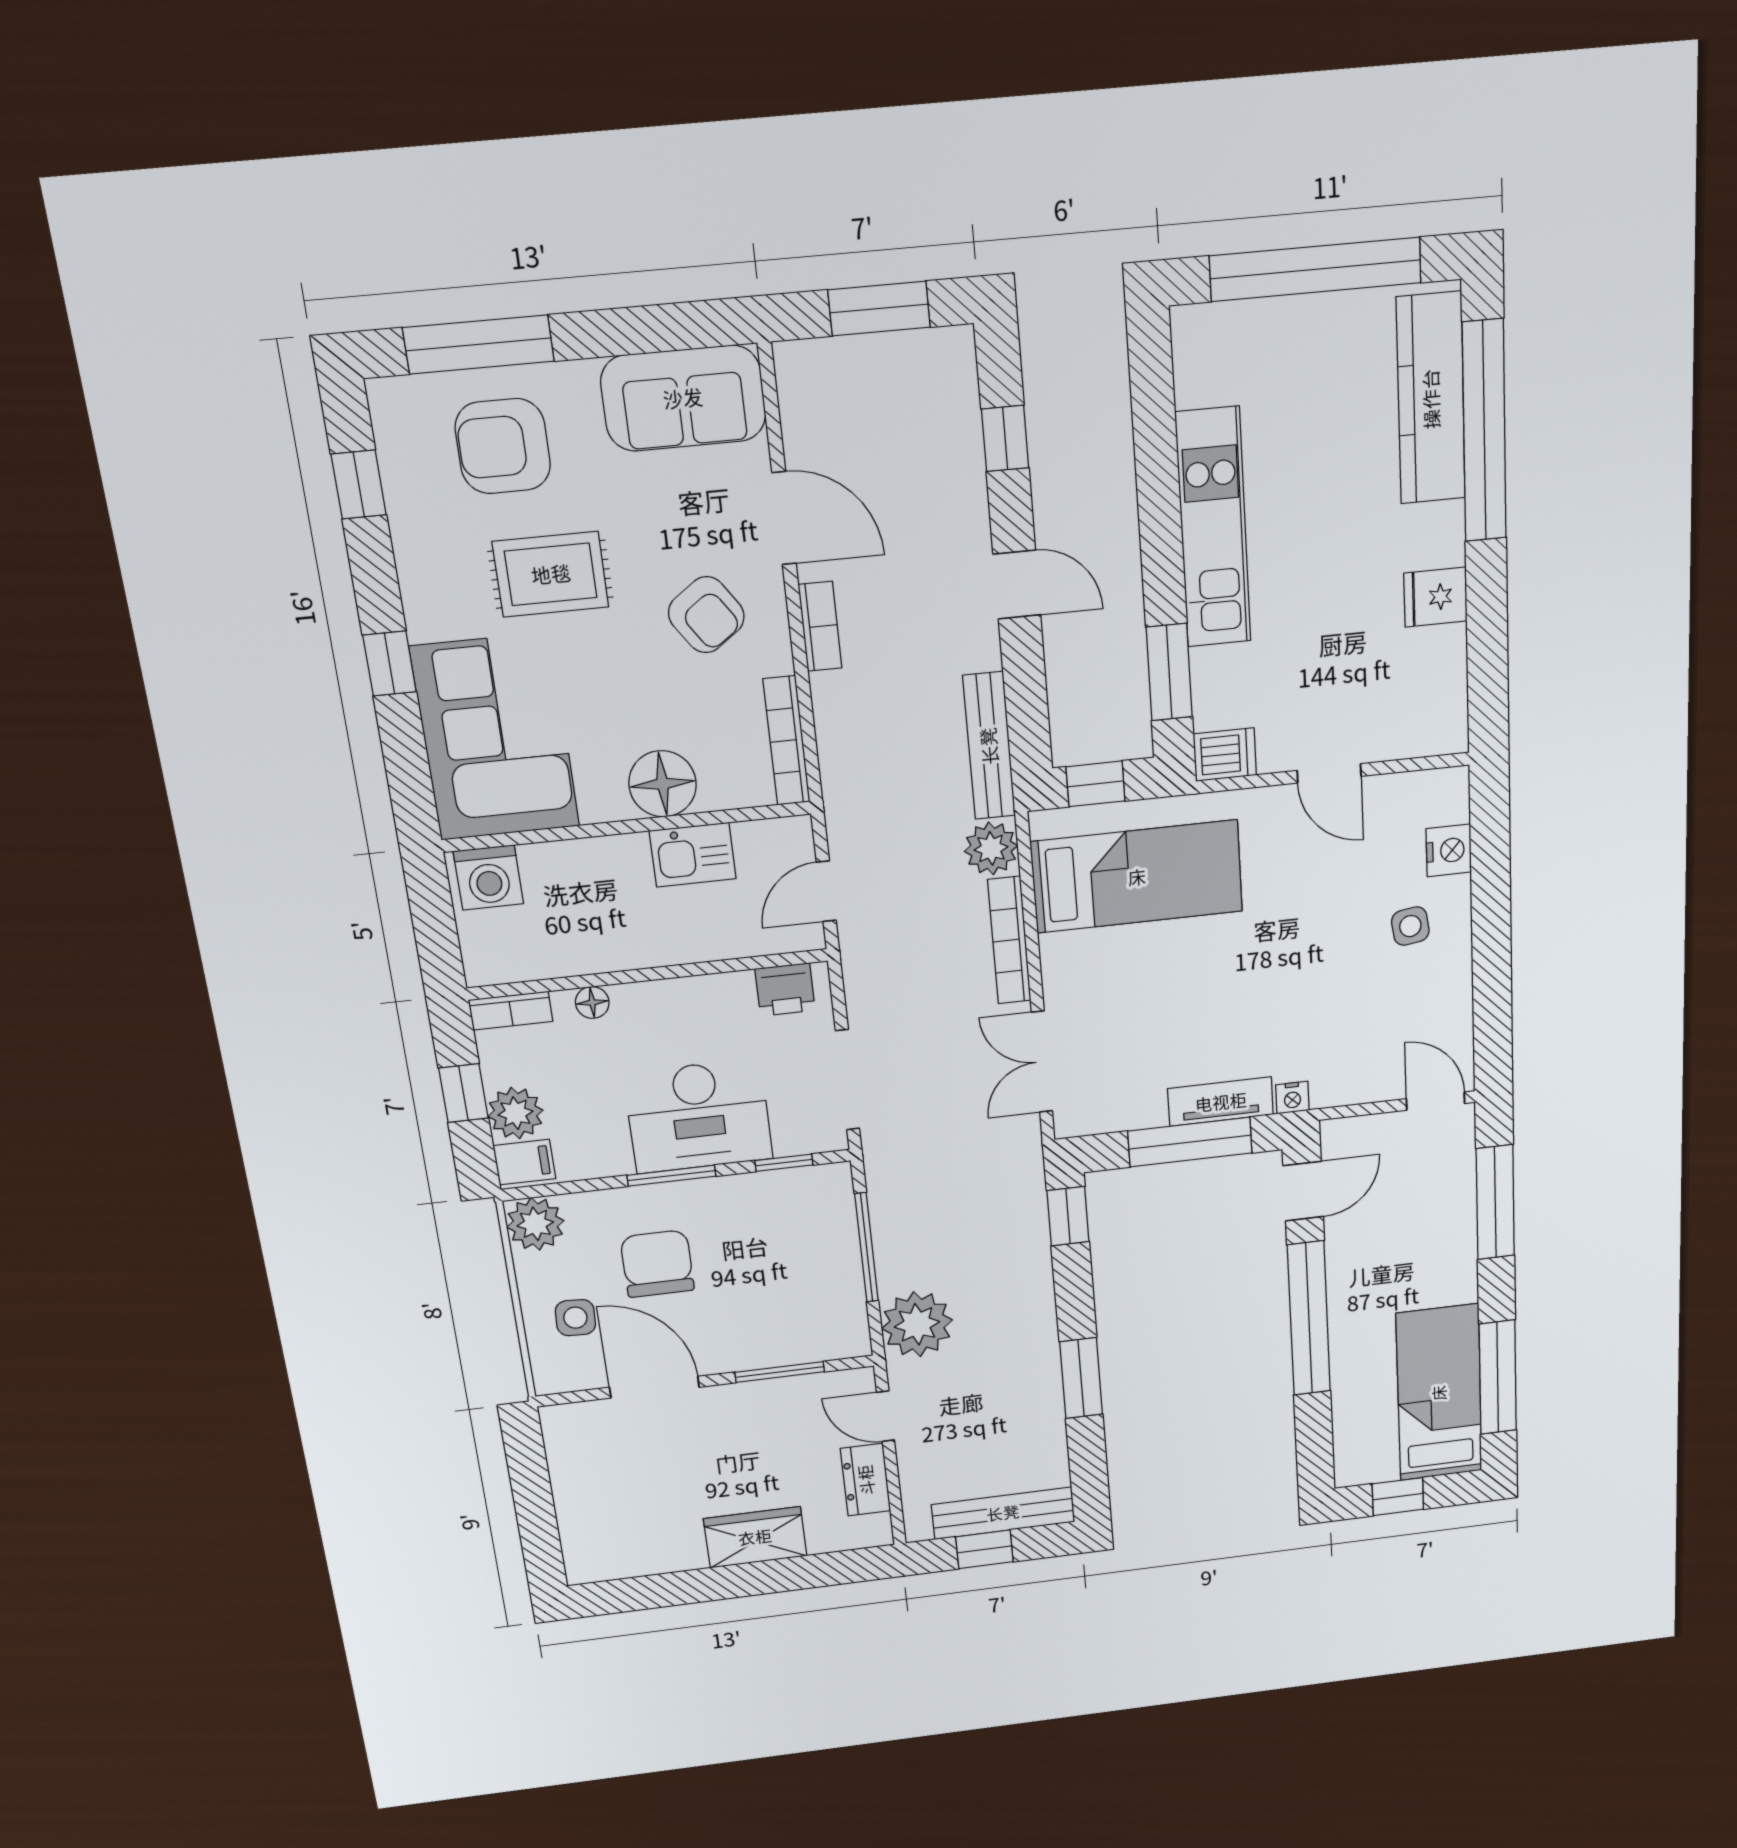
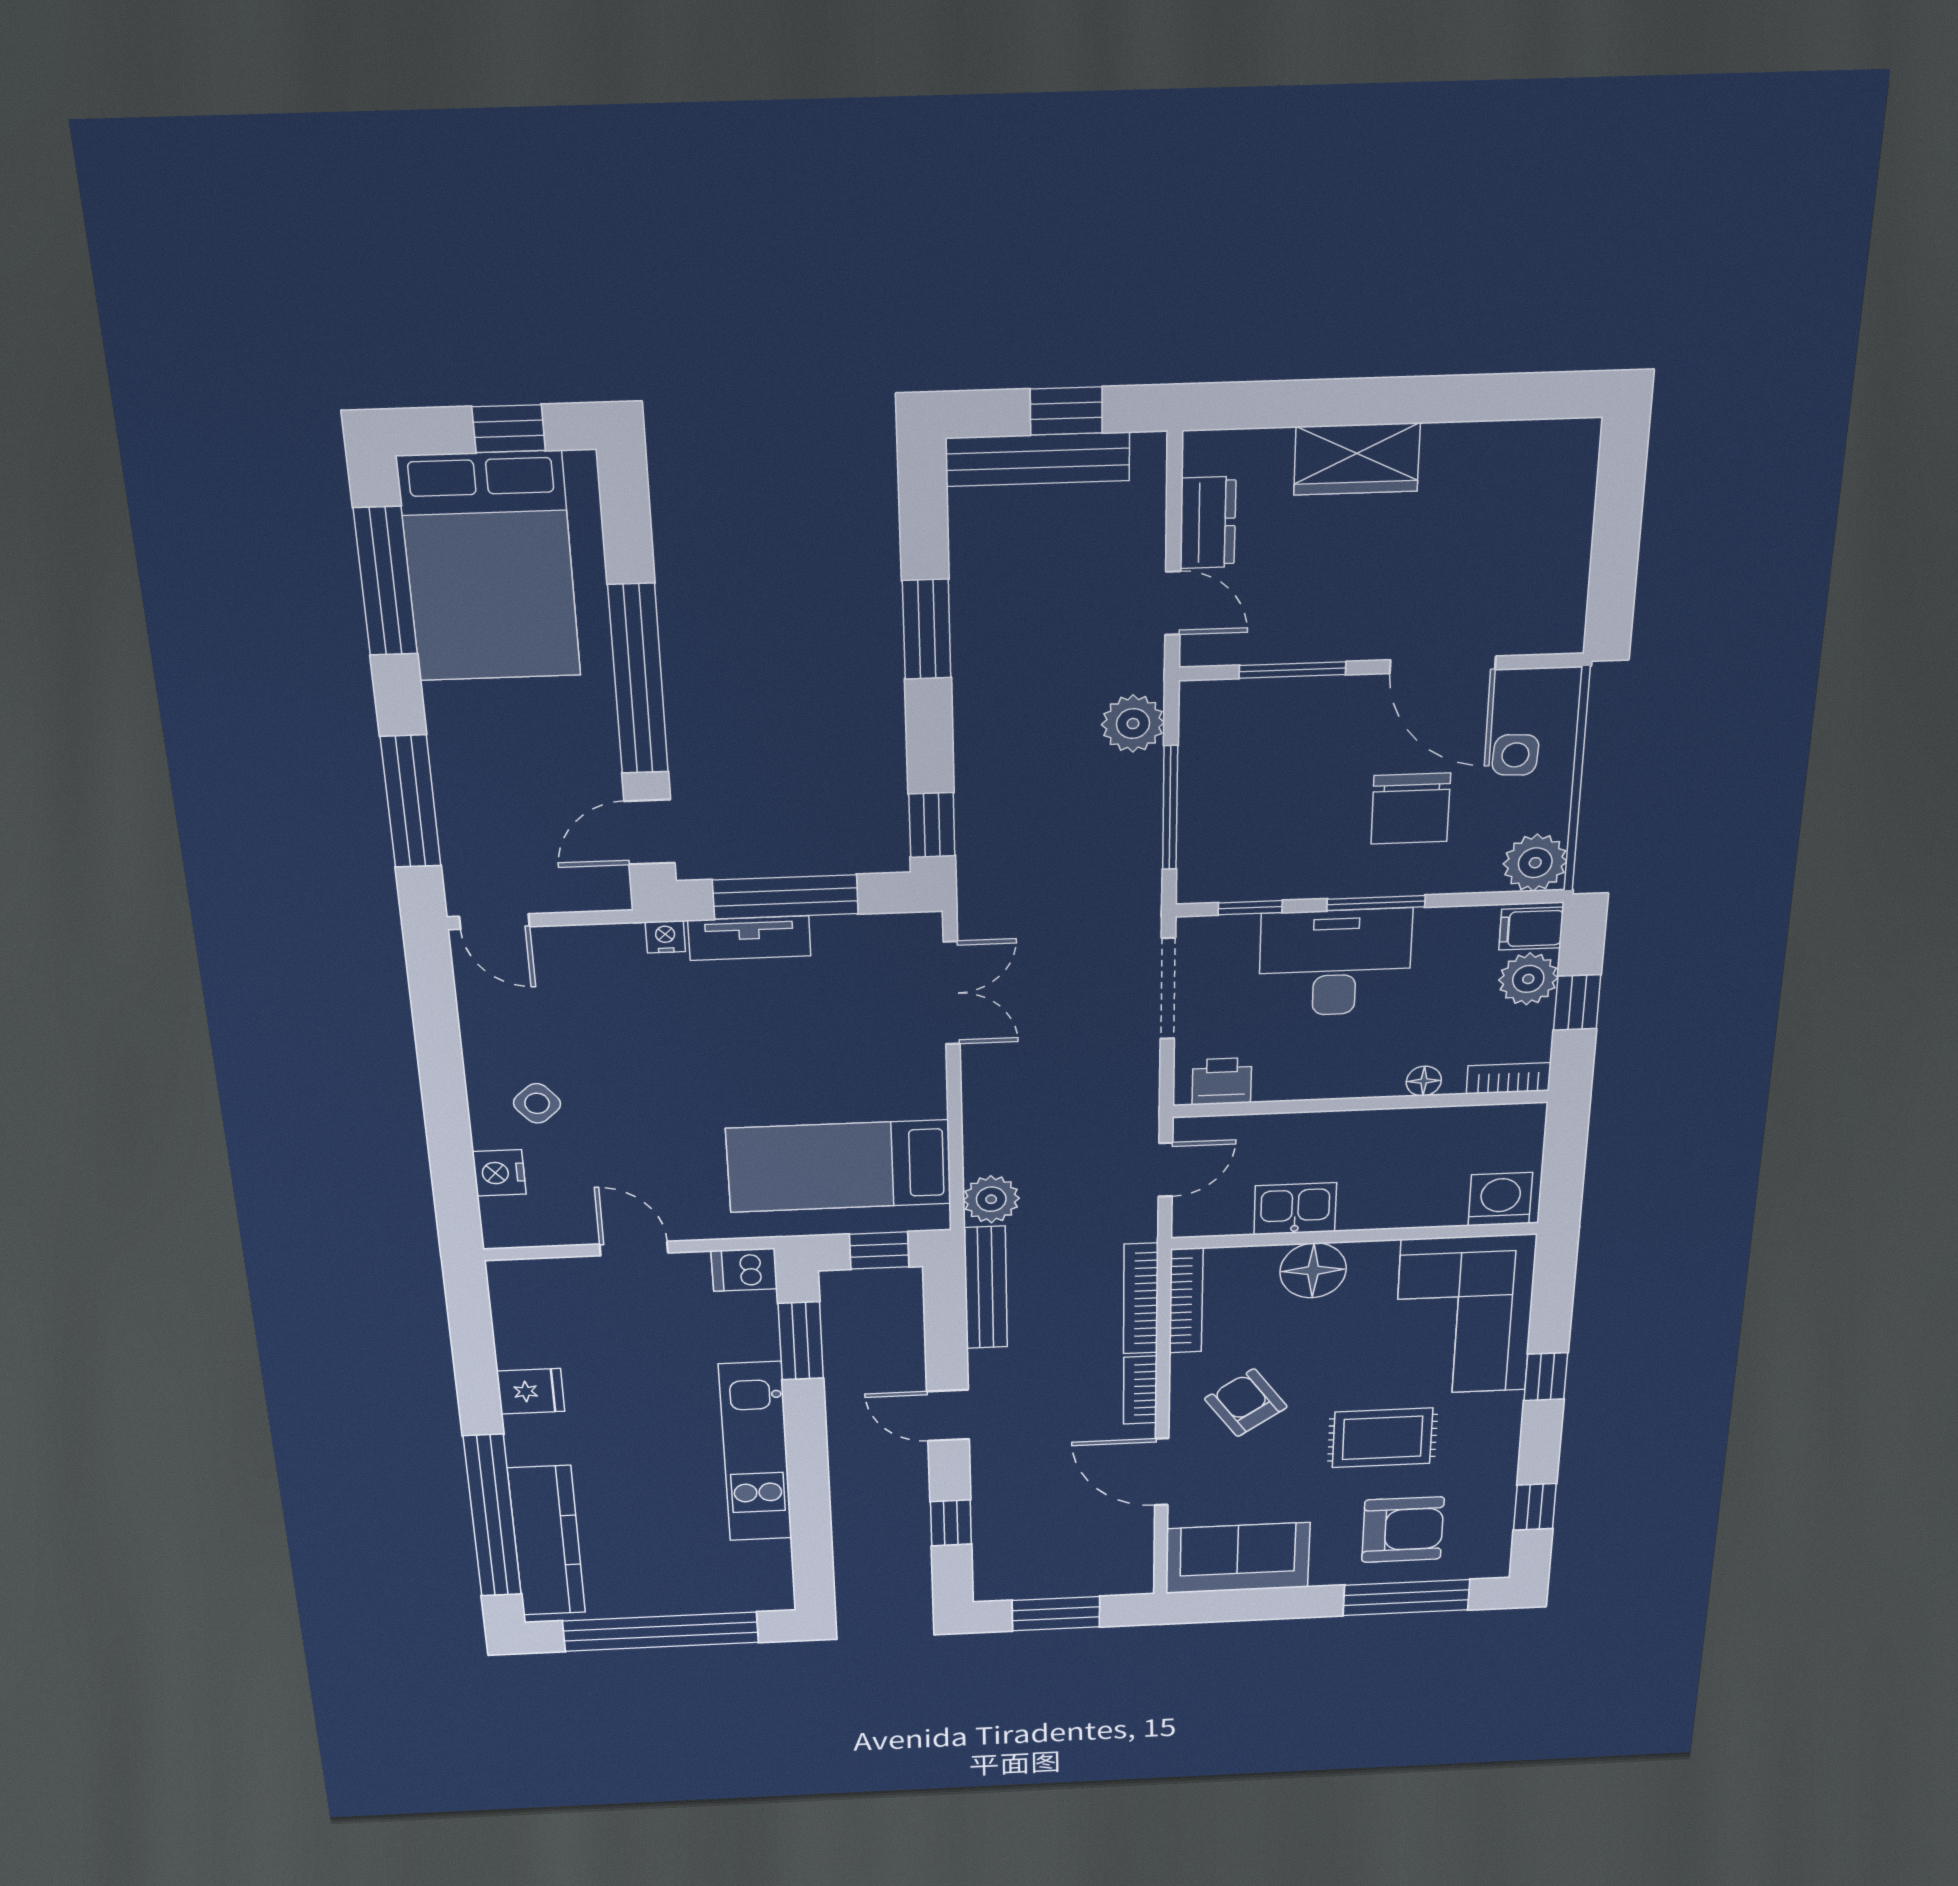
side table: (1410, 926) -> (537, 1103), turned -33
bookcase: (1009, 940) -> (1141, 1299), moved, turned 180
plant: (917, 1324) -> (1133, 724), width x0.73, depth x0.73
bed: (1439, 1393) -> (490, 567), width x1.50

